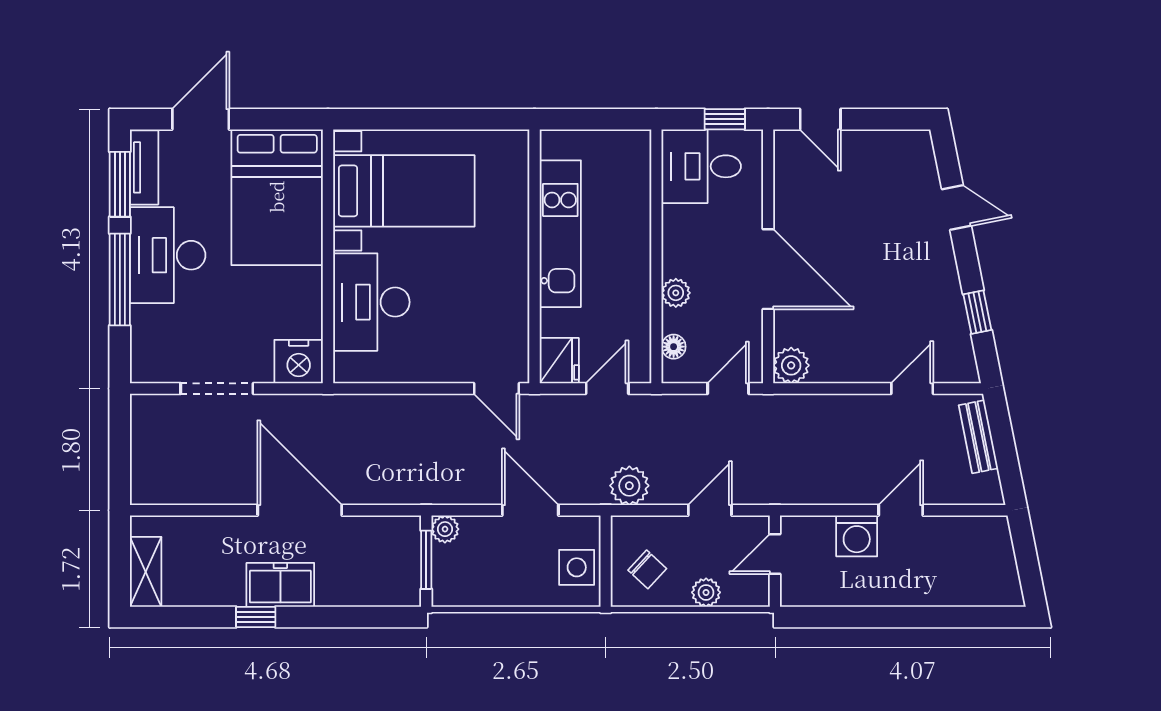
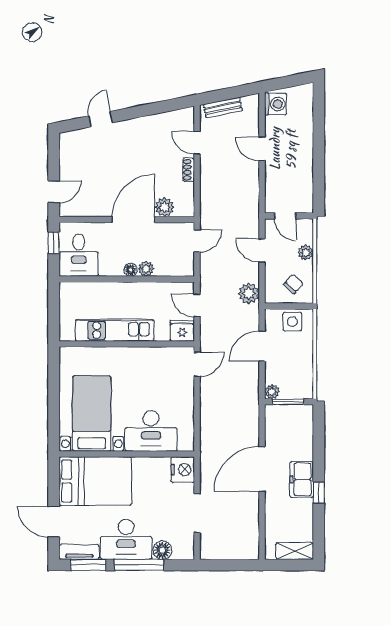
window: (977, 312) -> (156, 108), removed
floor lamp: (147, 323) -> (162, 550), added
floor lamp: (674, 347) -> (131, 270), moved
plant: (791, 365) -> (165, 207), moved
shoe rack: (862, 373) -> (189, 170), added
door: (728, 388) -> (197, 241), swing flipped
washing machine: (857, 536) -> (276, 104), moved

